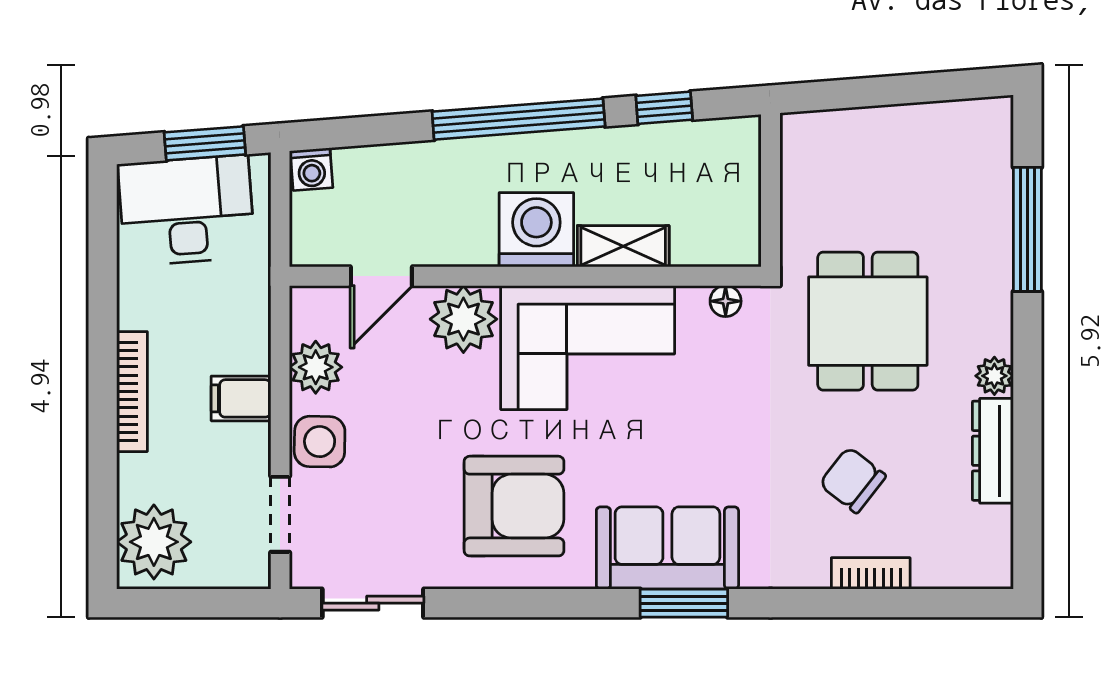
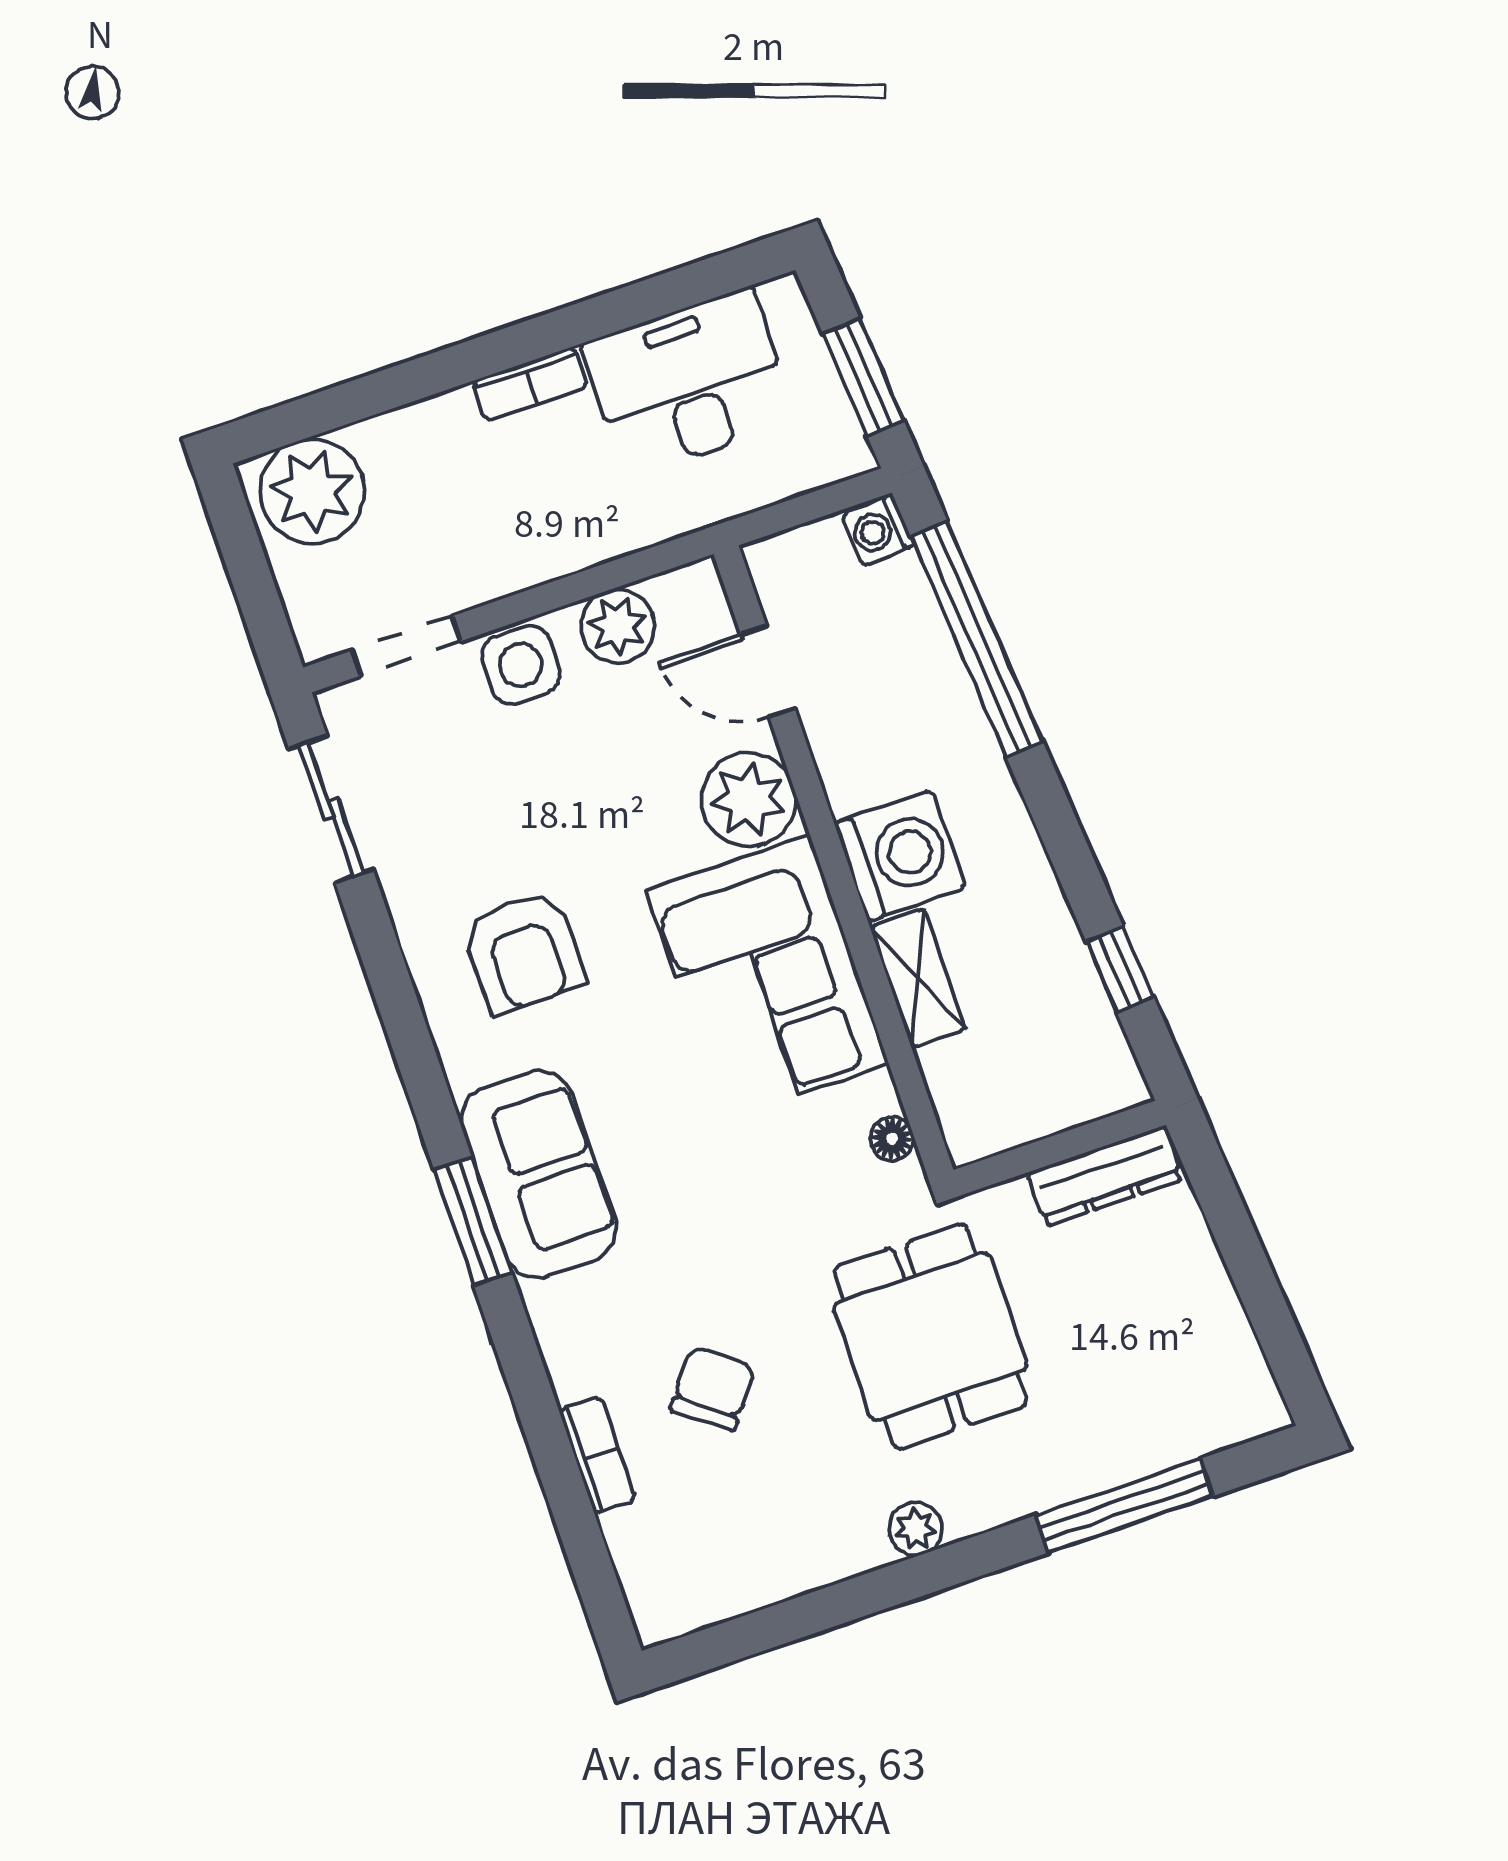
window: (519, 119) -> (977, 639), moved
desk: (187, 210) -> (689, 383), moved, turned -86
dining table: (868, 321) -> (930, 1336), turned 90
bookcase: (132, 392) -> (530, 384), width x0.64
filing cabinet: (241, 398) -> (542, 541), removed
dresser: (993, 451) -> (1105, 1176), moved, turned 180
armchair: (514, 506) -> (524, 952), width x0.73, depth x0.73

